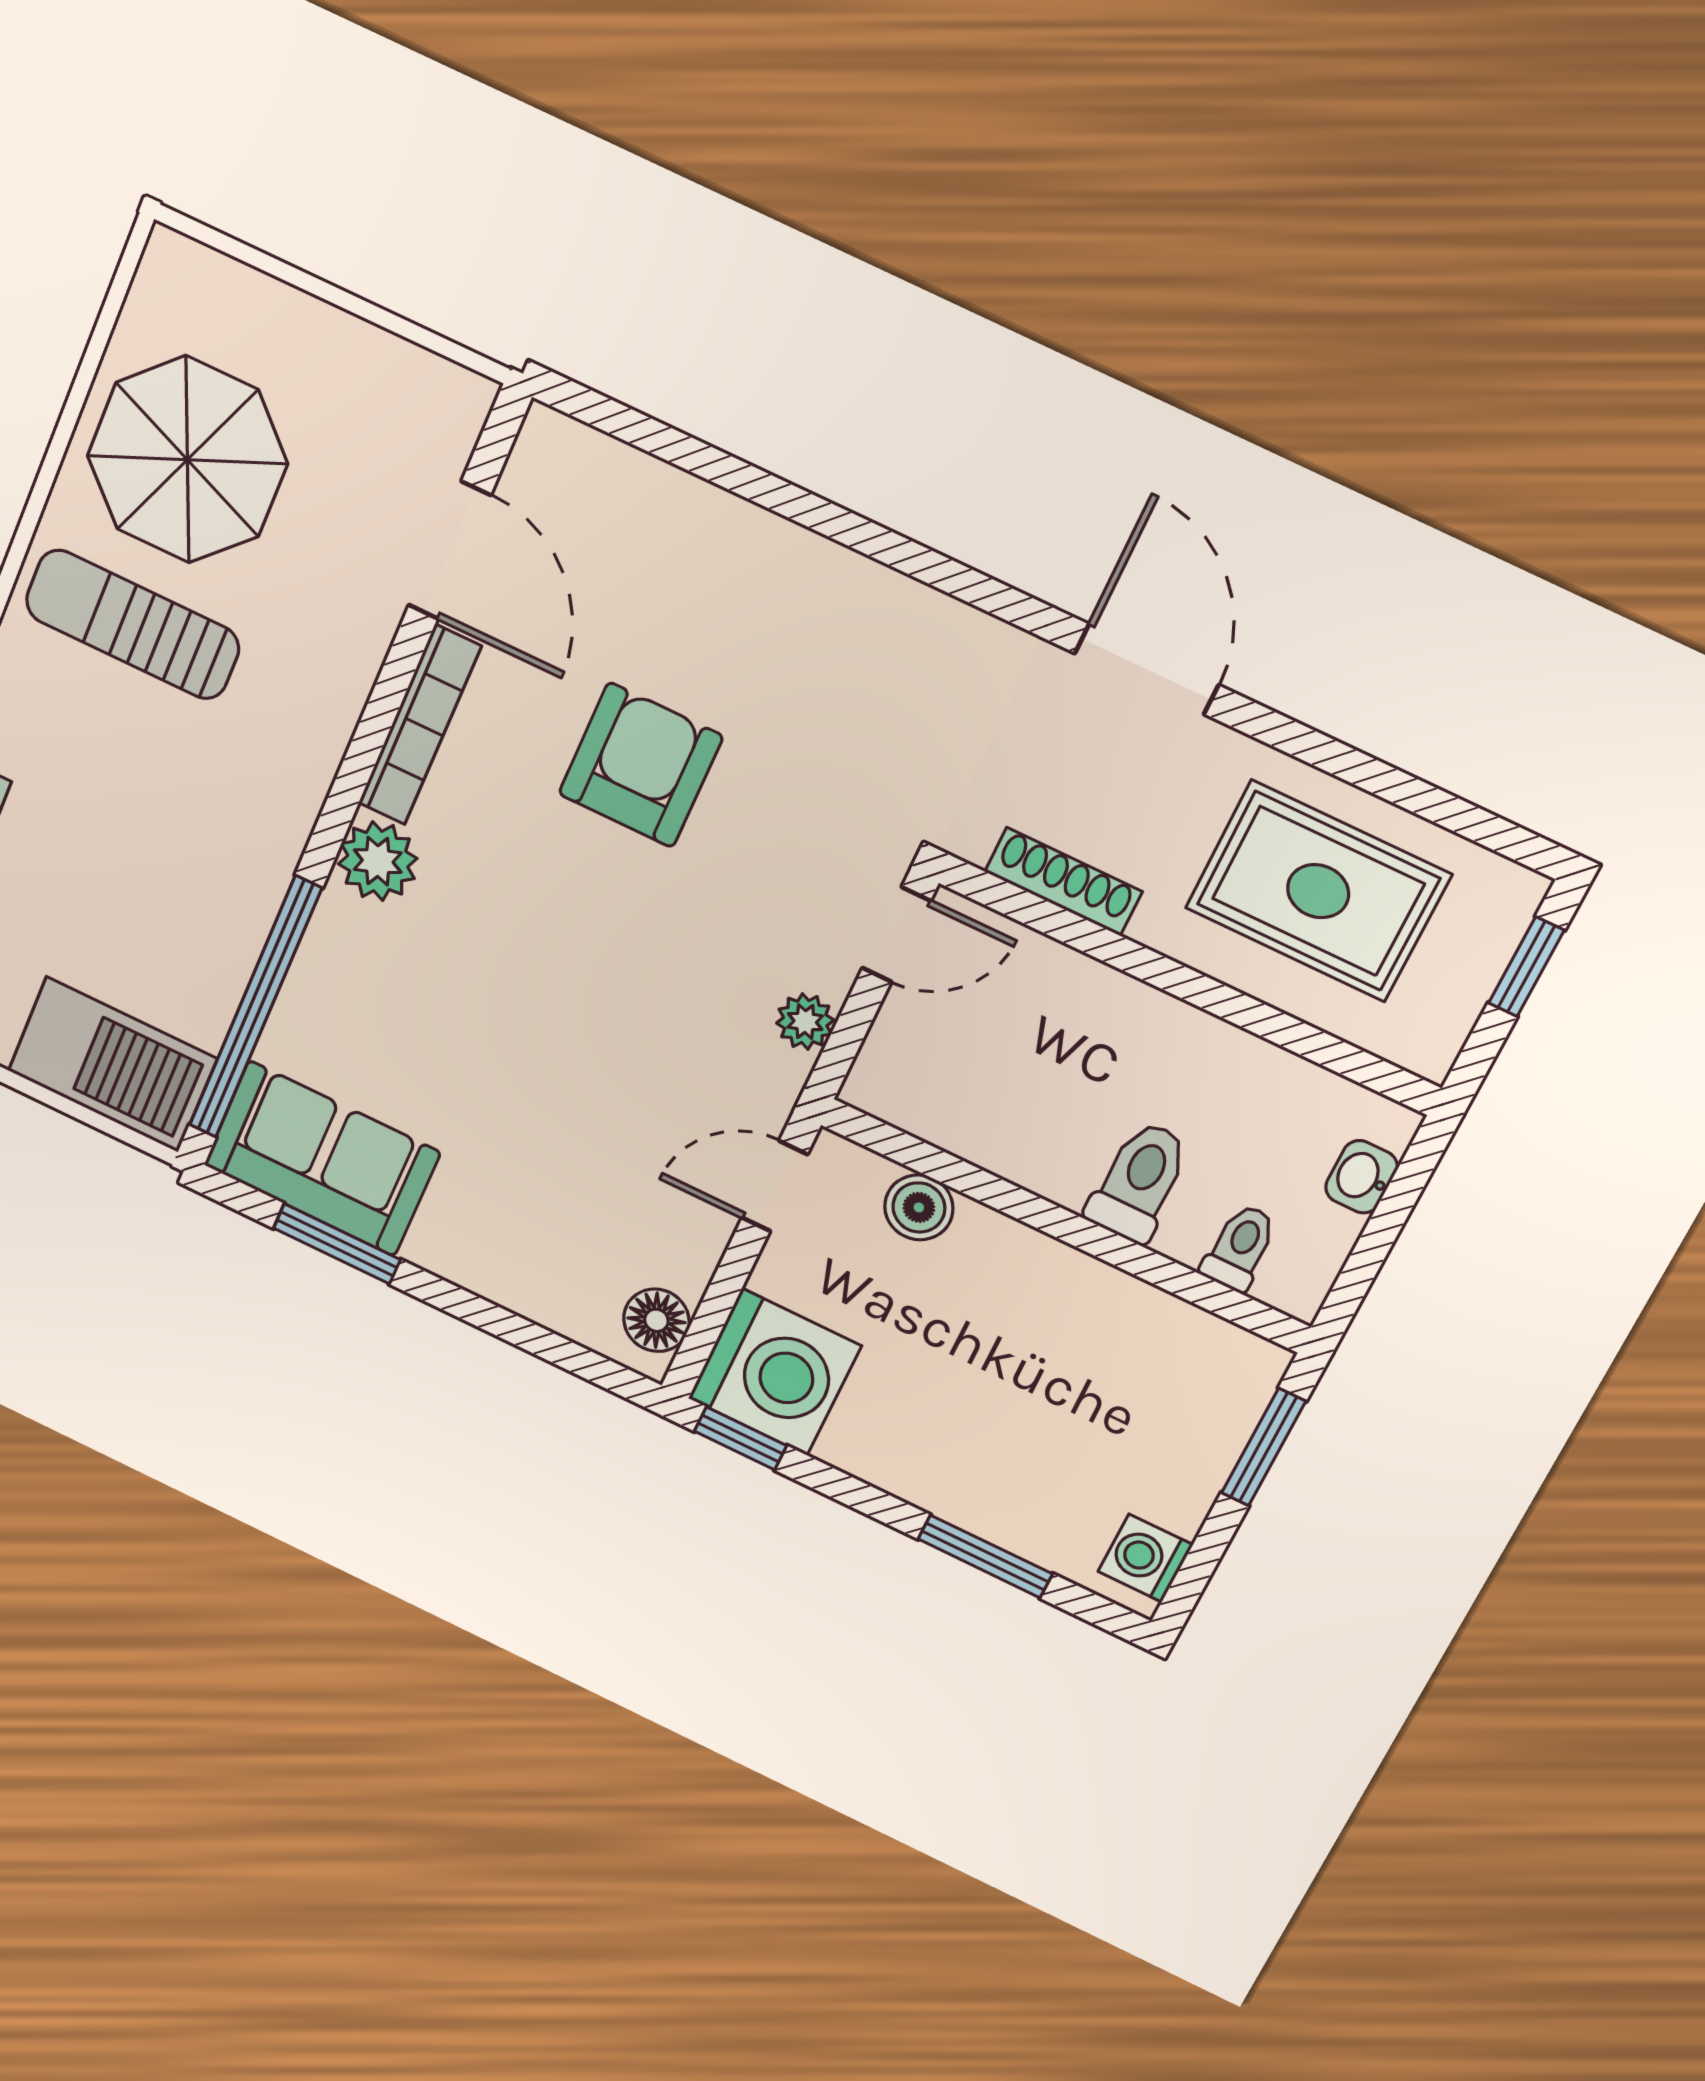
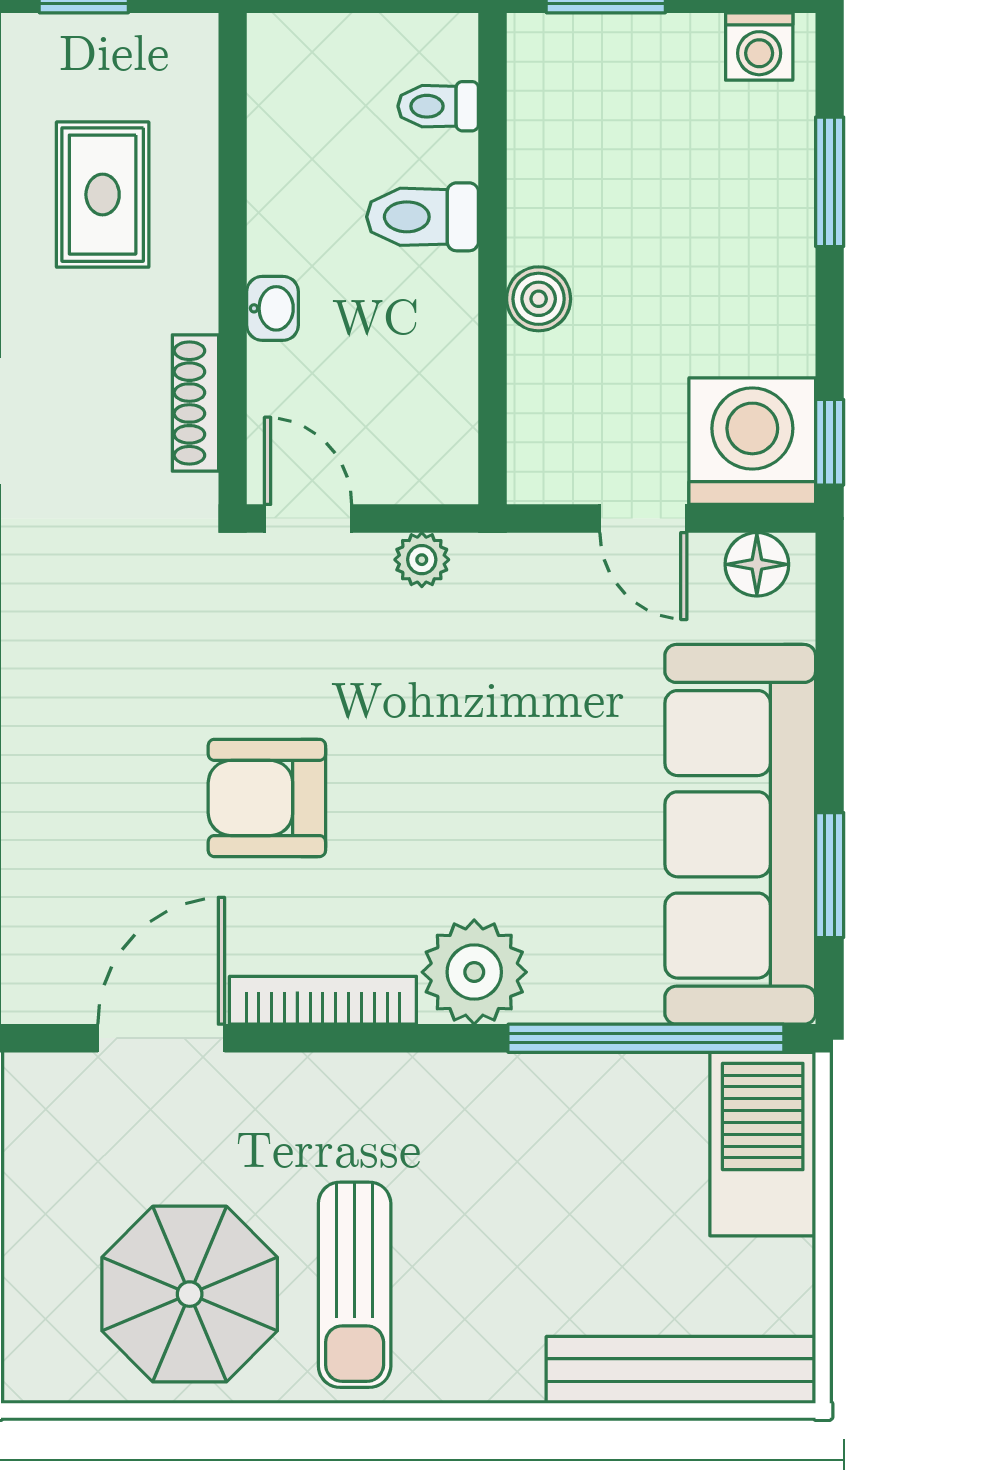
plant: (378, 861) -> (474, 972), width x1.36, depth x1.36
rug: (1318, 891) -> (103, 195), width x0.73, depth x0.70
sofa: (322, 1159) -> (740, 834), width x1.85, depth x1.27
washbasin: (1361, 1177) -> (273, 308), moved, turned -90
door: (775, 1186) -> (643, 519), moved
boiler: (919, 1207) -> (539, 299), moved

